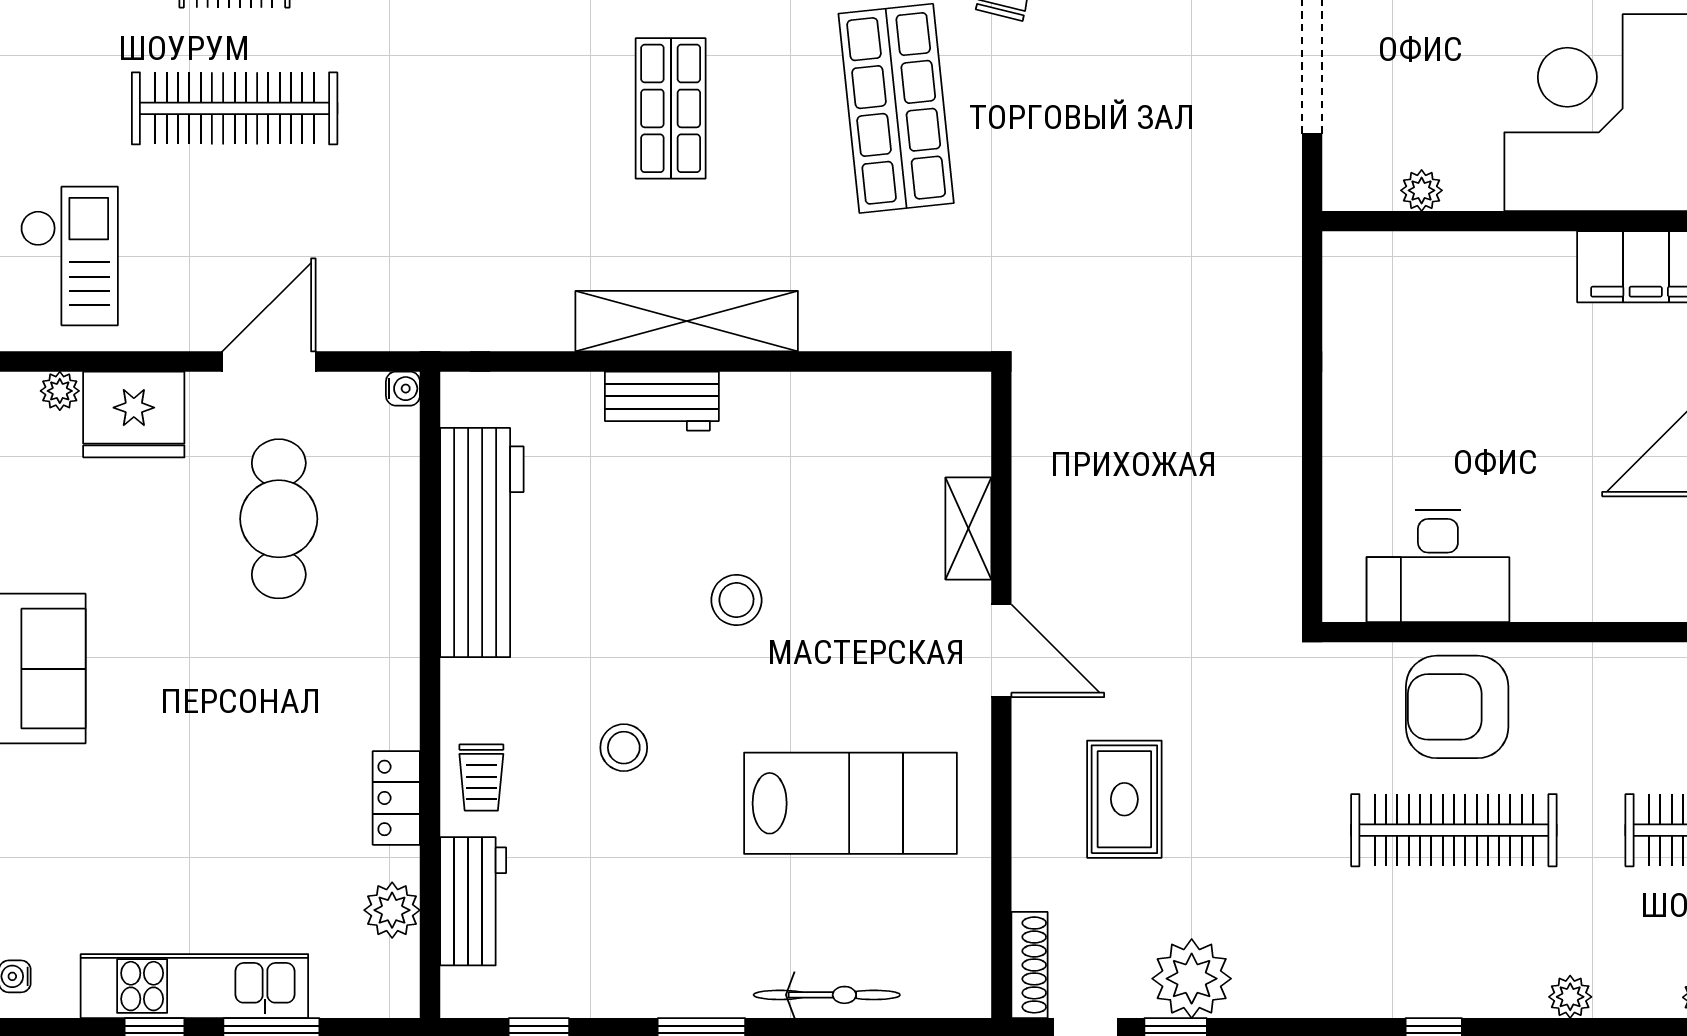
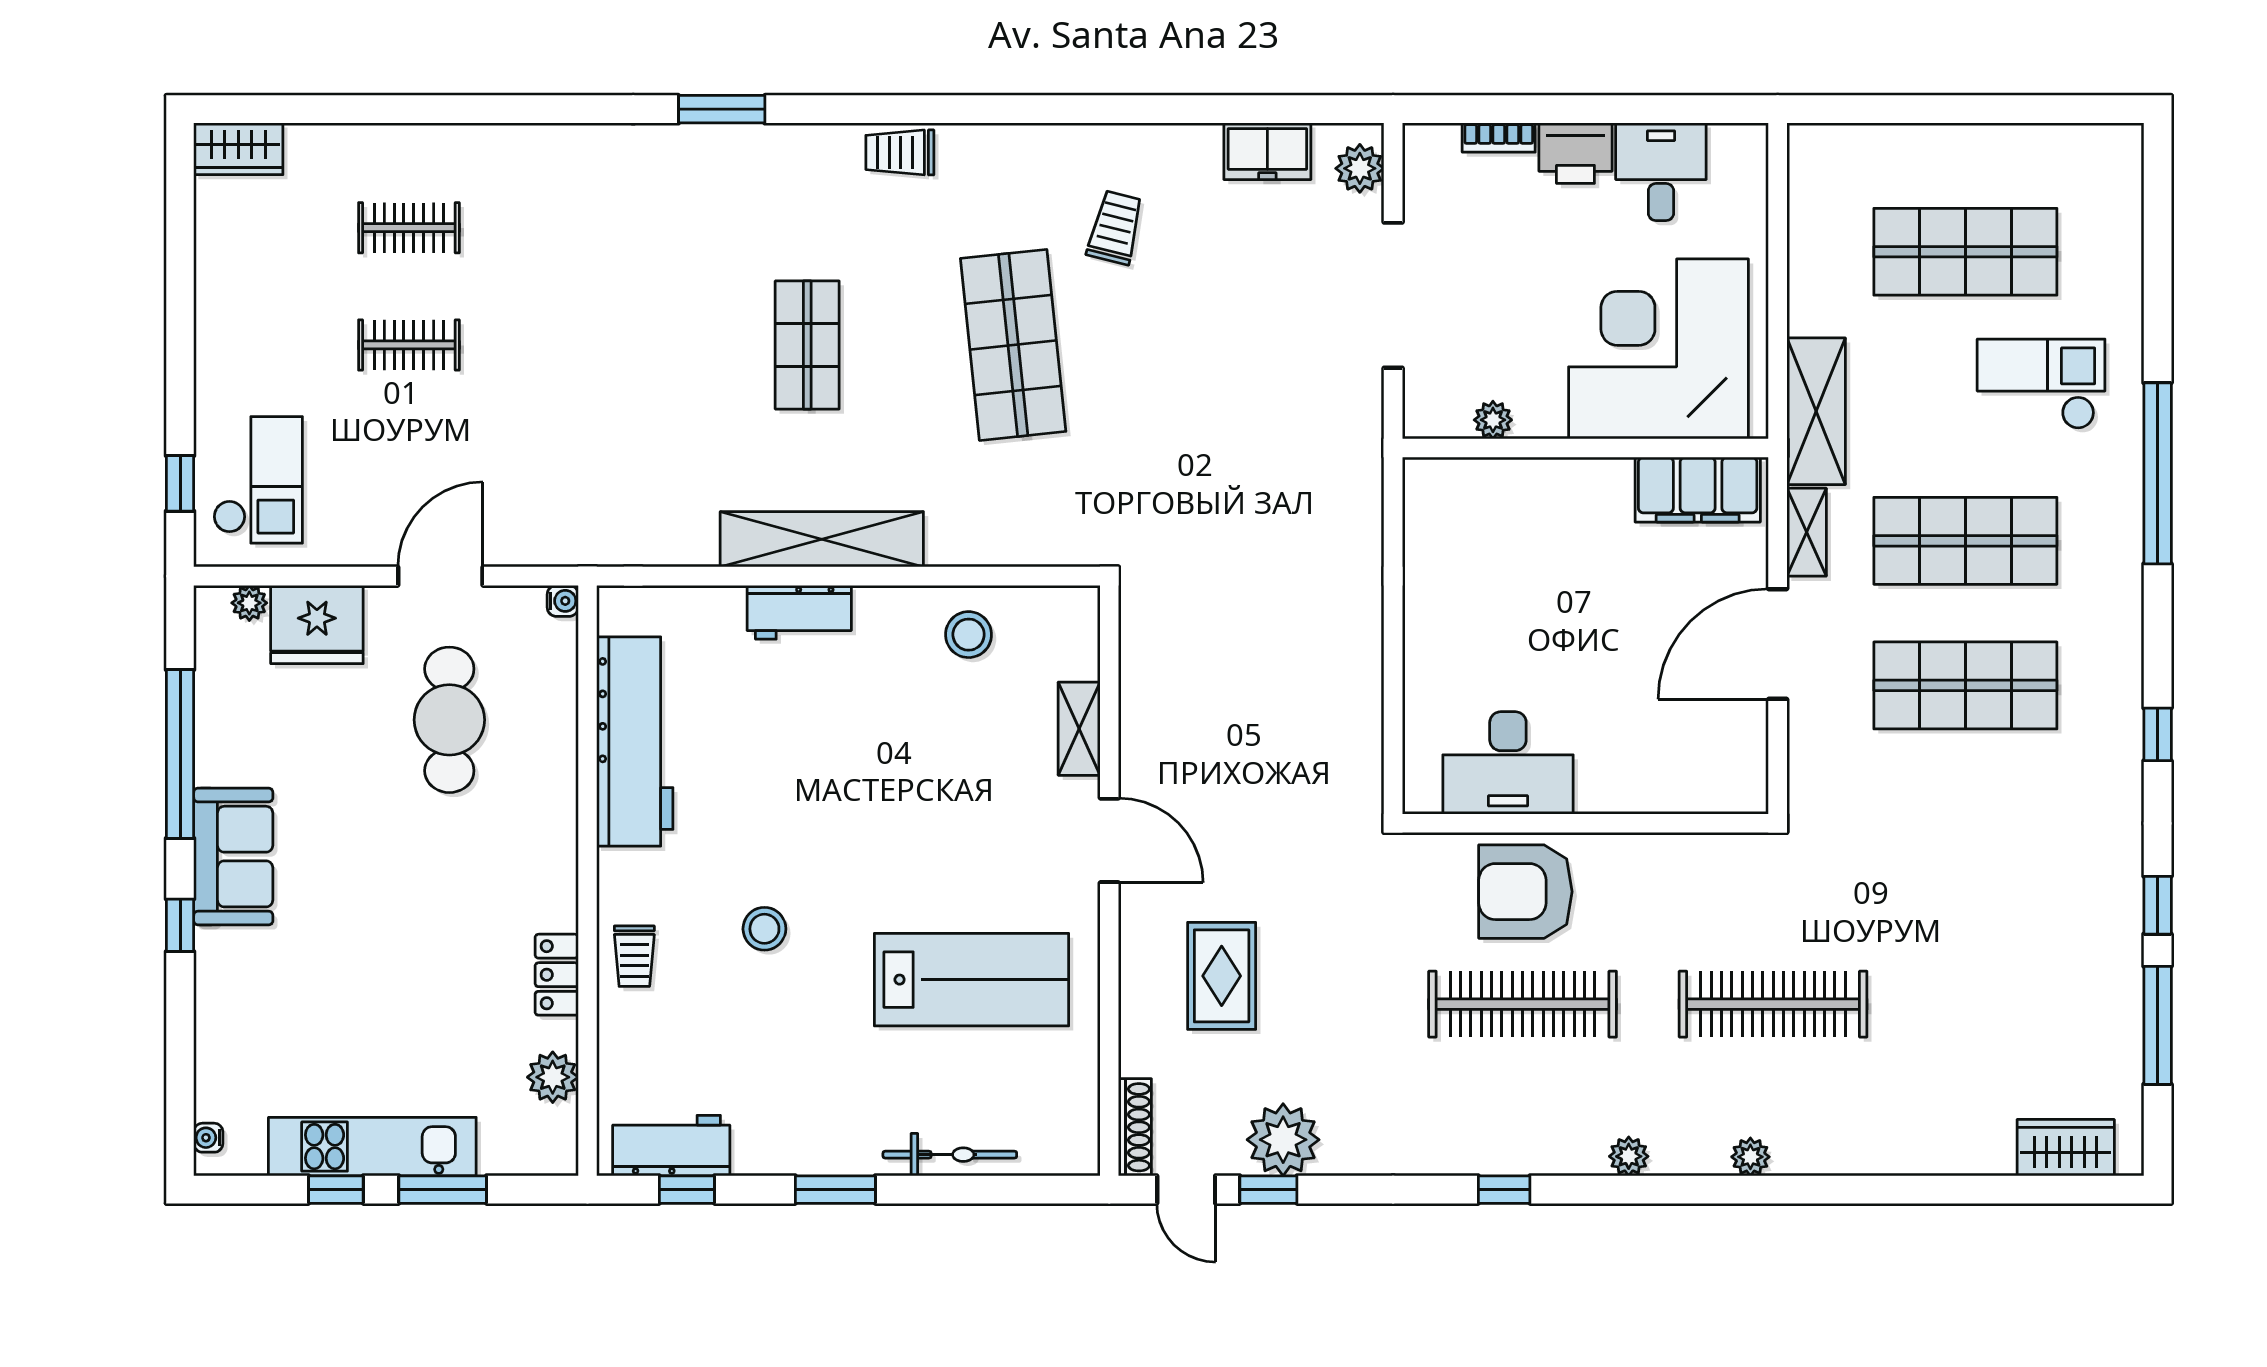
clothes rail: (235, 108) -> (409, 345), width x0.54, depth x0.76
stool: (736, 600) -> (969, 635), moved
workbench: (473, 901) -> (671, 1146), moved, turned -90

